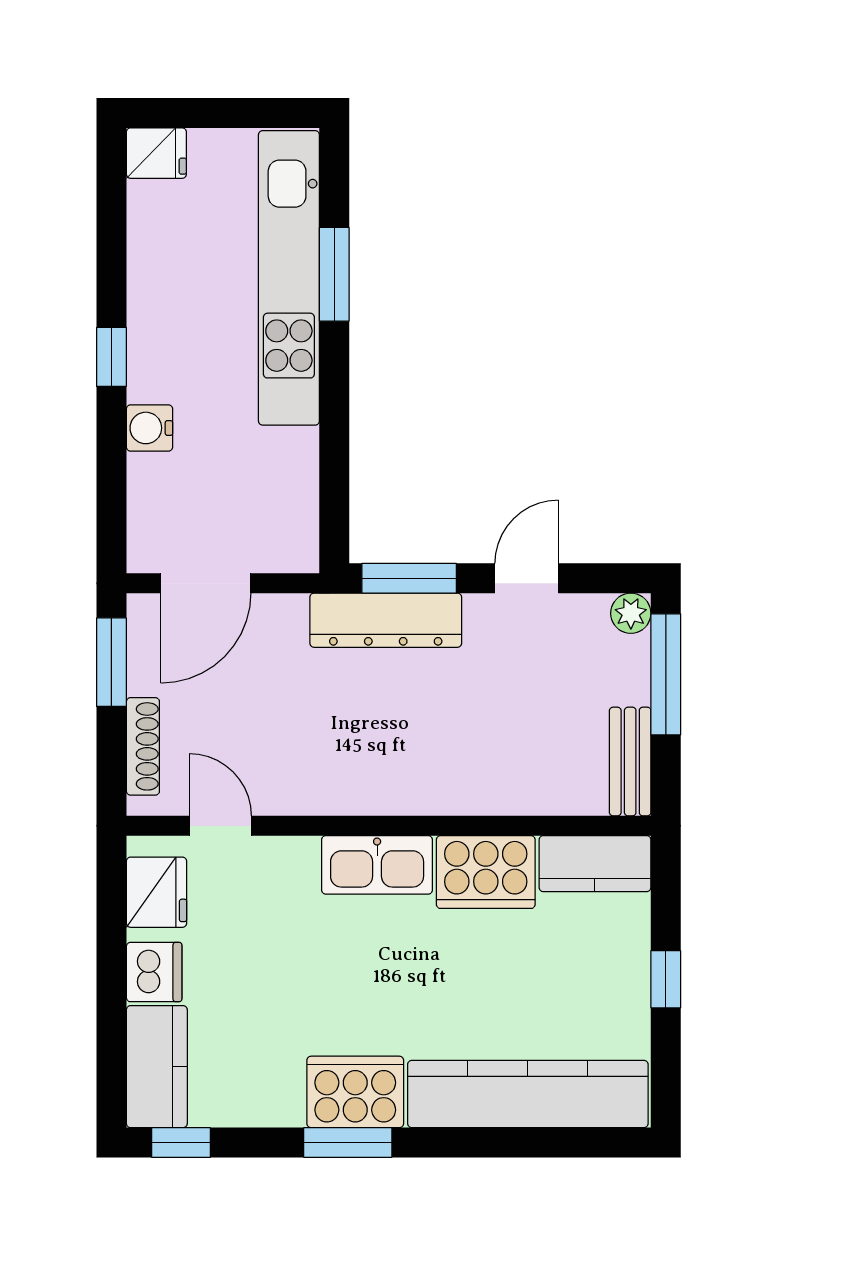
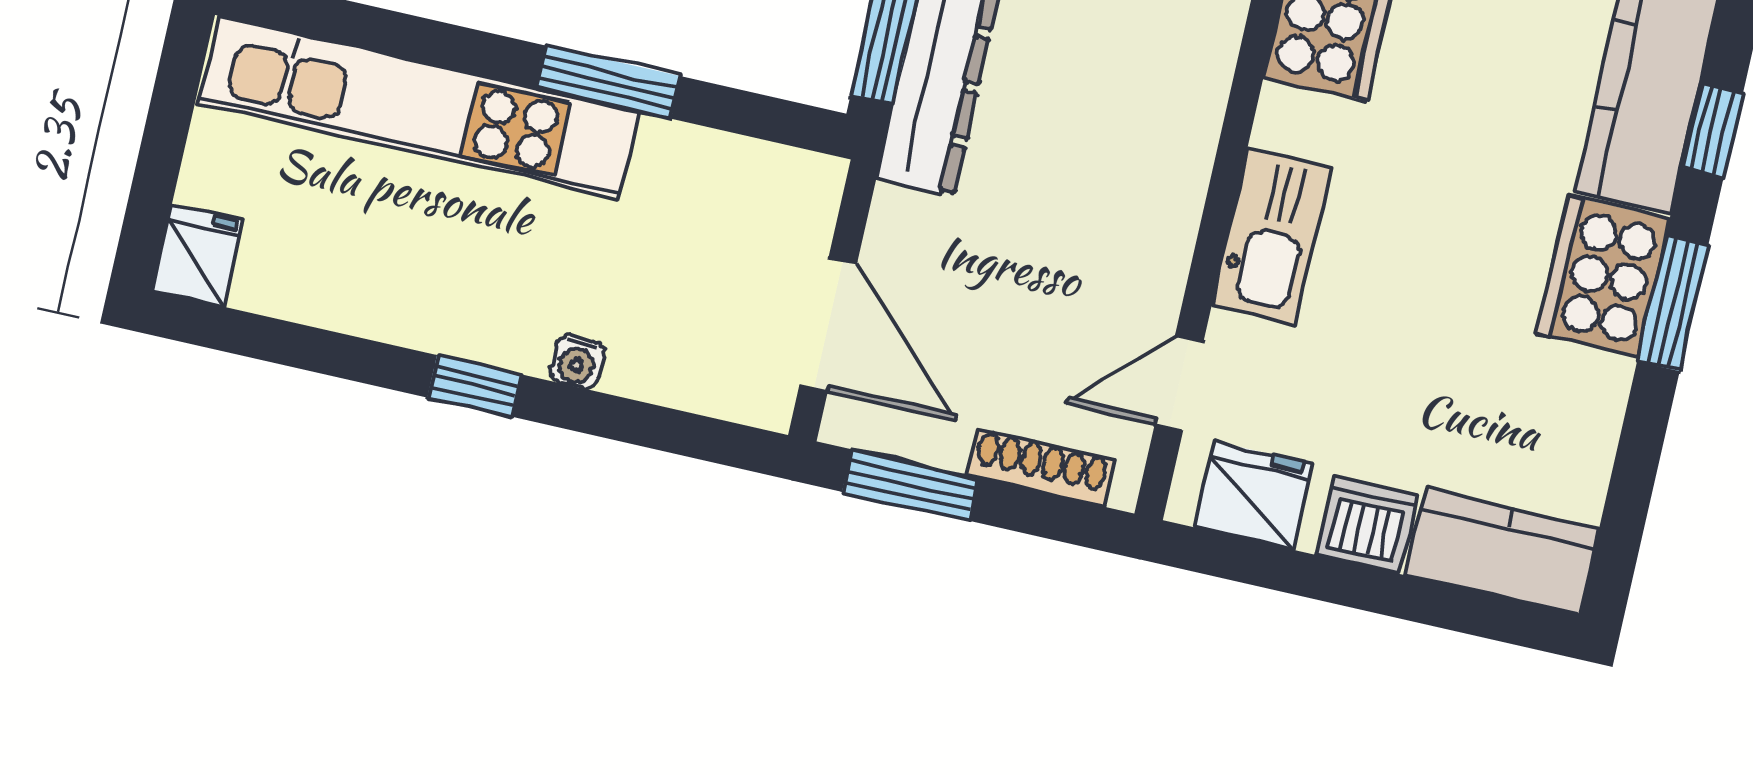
window: (334, 274) -> (609, 82), moved
water cooler: (149, 428) -> (577, 362), width x0.72, depth x0.72
kitchen sink: (377, 865) -> (1271, 236), moved
window: (181, 1142) -> (1712, 130), moved

